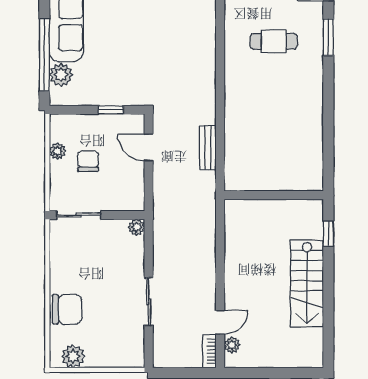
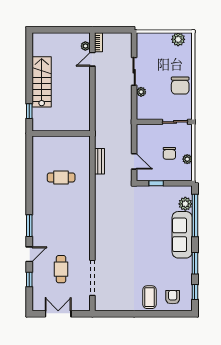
cafe table: (274, 41) -> (61, 177), moved
plant: (136, 227) -> (141, 92), moved
chair: (67, 309) -> (180, 86), moved, turned -90

